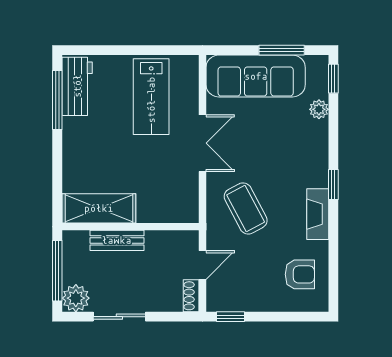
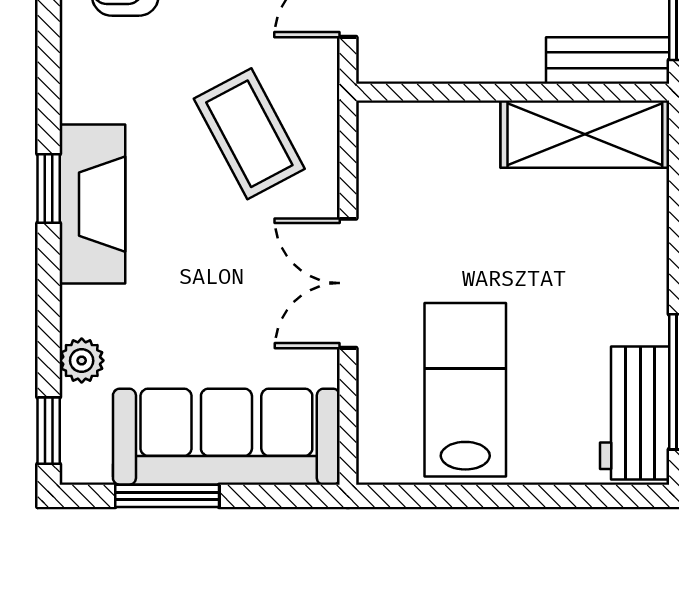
fireplace: (318, 214) -> (92, 204), moved, width x1.37, depth x1.32
bench: (117, 240) -> (608, 60), moved

